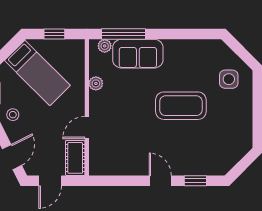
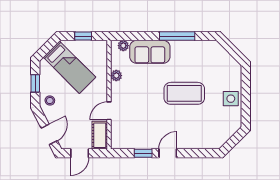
window: (124, 34) -> (177, 36), moved
side table: (229, 79) -> (231, 99), moved
door: (160, 181) -> (168, 153), hinge flipped
window: (195, 181) -> (143, 153), moved

